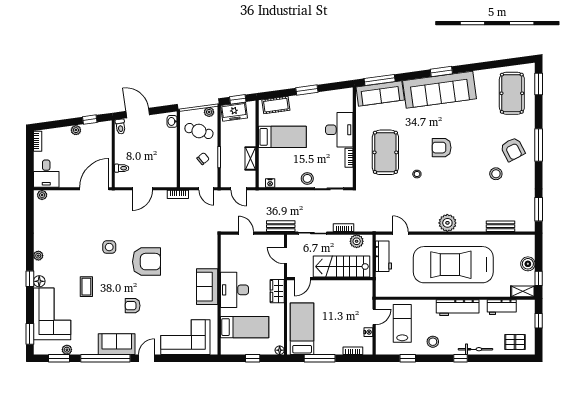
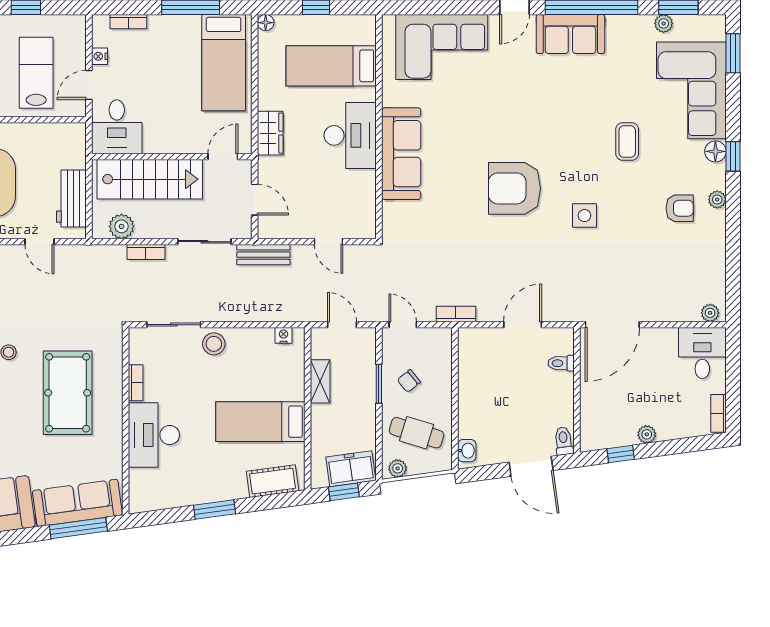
sofa: (207, 287) -> (401, 154), width x1.36
desk: (359, 295) -> (117, 127), added
armchair: (133, 306) -> (680, 208), moved
lab bench: (402, 323) -> (36, 73), turned 180

